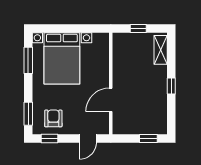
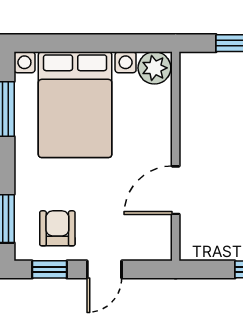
plant: (101, 41) -> (154, 68), added
door: (88, 138) -> (104, 269), moved

